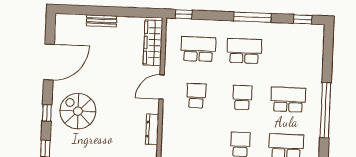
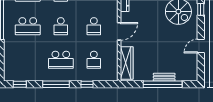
window: (104, 11) -> (163, 84), added
window: (184, 14) -> (87, 84), moved
school desk: (198, 49) -> (94, 60), width x0.54
door: (49, 62) -> (201, 46), width x0.53

